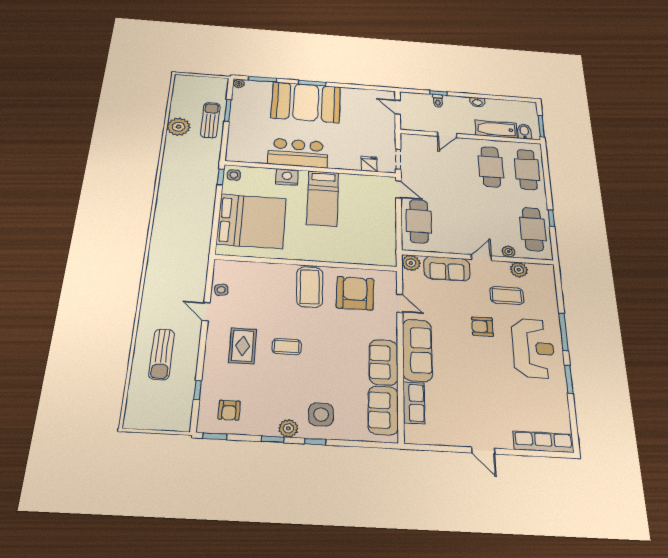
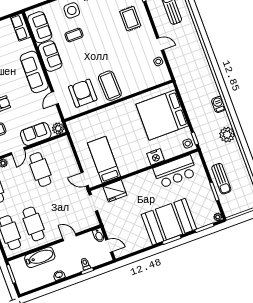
plant: (179, 127) -> (227, 135), moved
bidet: (524, 132) -> (99, 235), moved
door: (447, 135) -> (70, 237), hinge flipped
bar counter: (298, 153) -> (175, 172), moved
fridge: (369, 164) -> (115, 191), width x1.88, depth x1.34
bed: (323, 198) -> (104, 160), moved
barbecue: (164, 203) -> (219, 104), added
cafe table: (419, 221) -> (40, 169), moved
armchair: (355, 293) -> (83, 93), turned 180
door: (400, 303) -> (55, 98), hinge flipped
rug: (243, 346) -> (130, 19), moved
coffee table: (287, 347) -> (74, 35), moved
row of seats: (414, 403) -> (20, 27), moved

